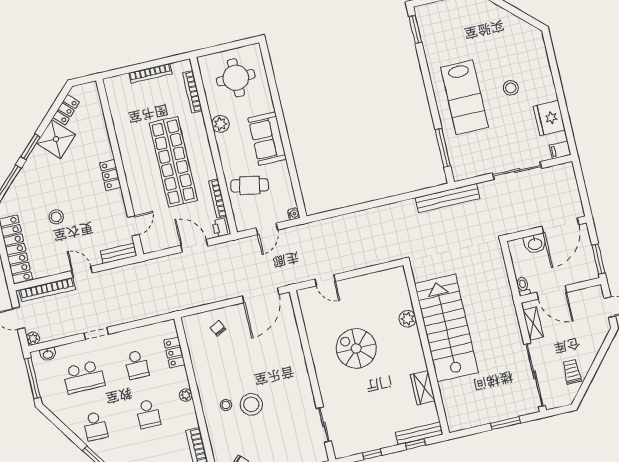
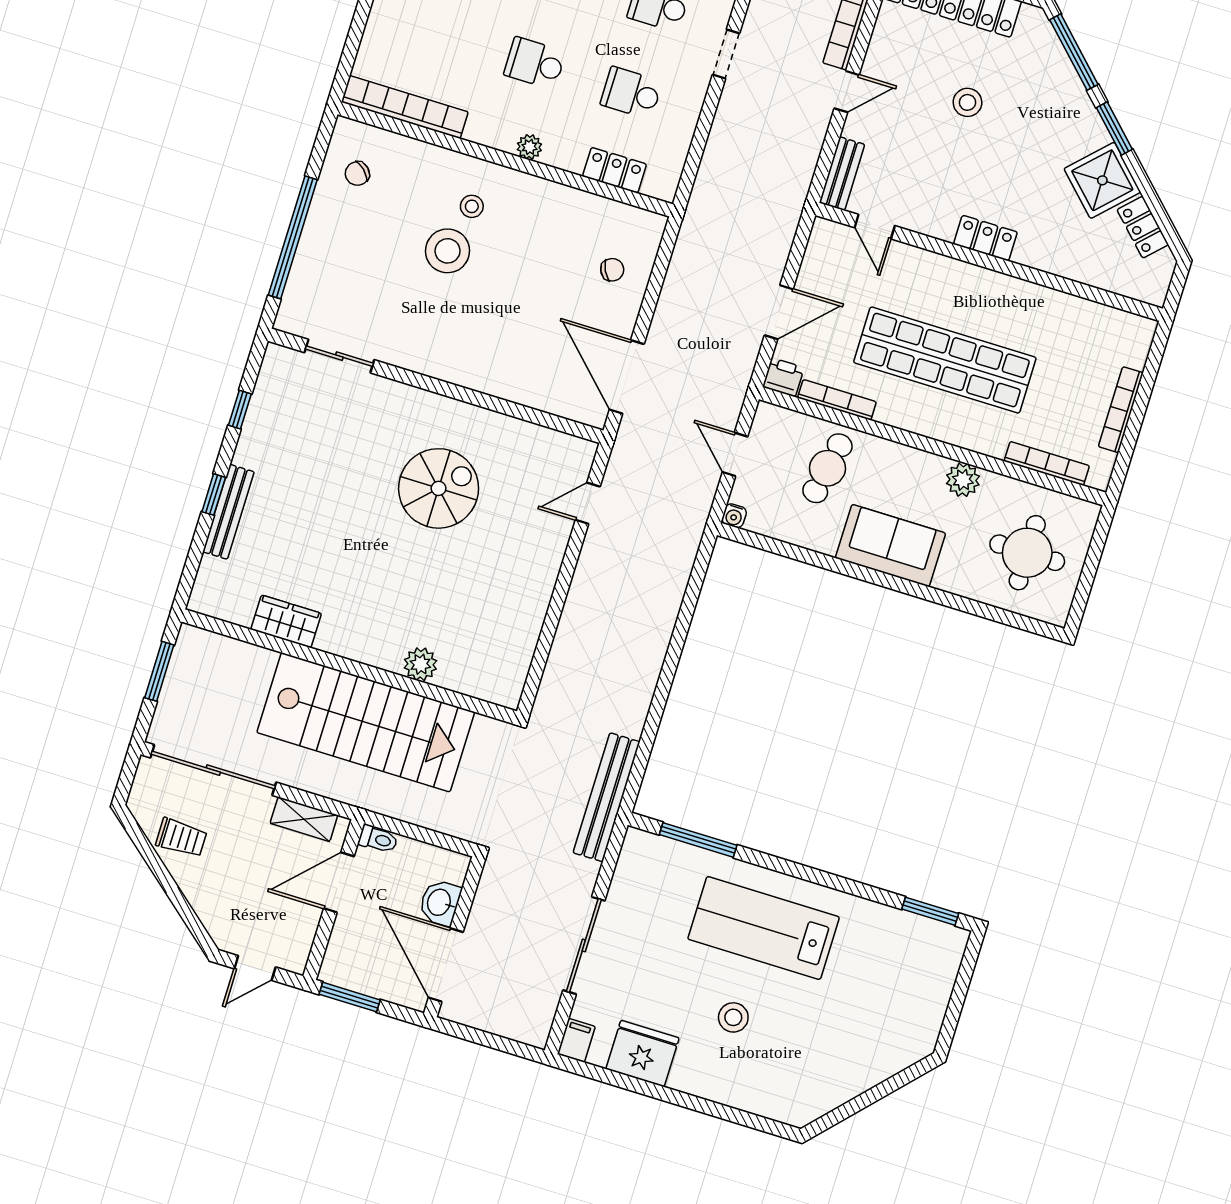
plant: (408, 319) -> (420, 664), moved
stairs: (446, 328) -> (366, 722), moved
wall: (426, 349) -> (349, 666), moved
wardrobe: (423, 388) -> (286, 621), moved

